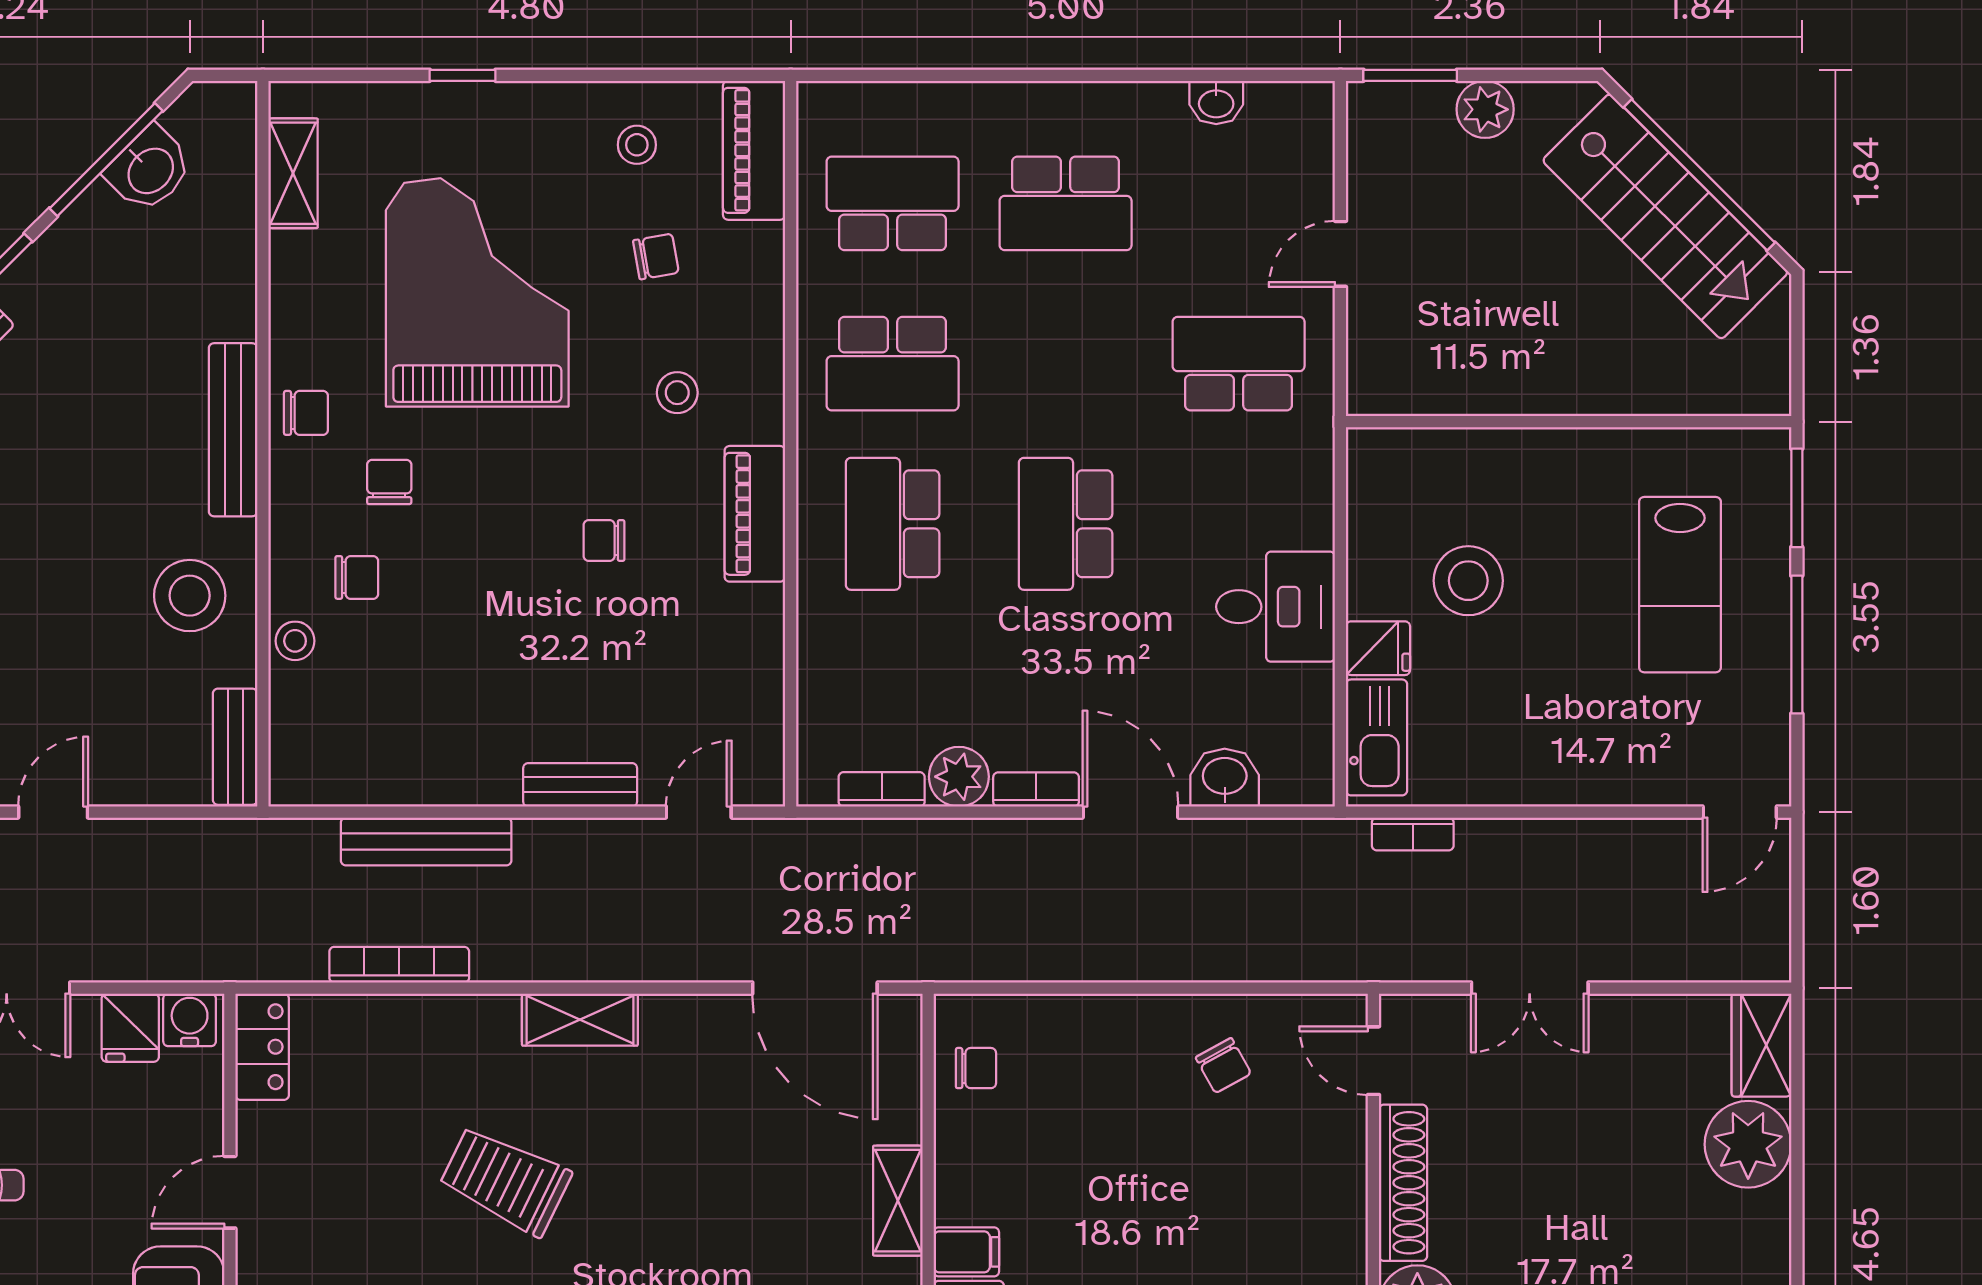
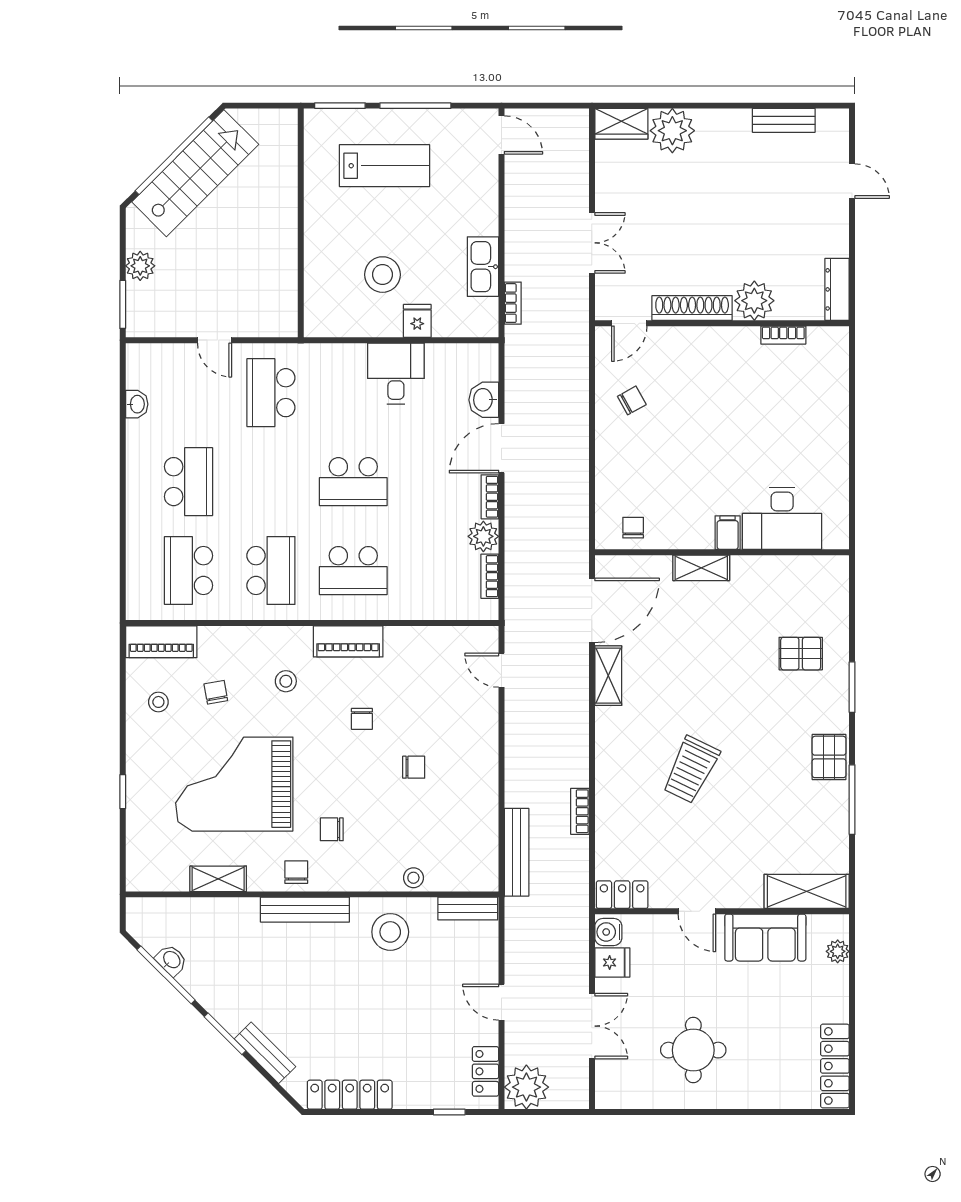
washbasin: (149, 170) -> (171, 960), width x0.72, depth x0.69
shelving: (293, 173) -> (218, 879), moved
chair: (357, 577) -> (414, 767), moved, turned 90
kitchen sink: (1377, 737) -> (483, 267), moved, turned -90
bench: (580, 785) -> (488, 731), removed
bench: (426, 841) -> (517, 852), moved
bookcase: (399, 965) -> (580, 811), width x0.64
shelving: (580, 1020) -> (608, 676), moved

